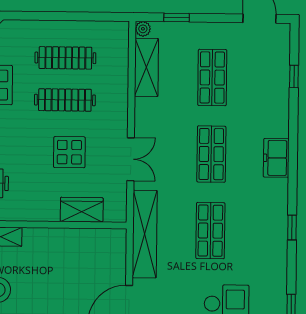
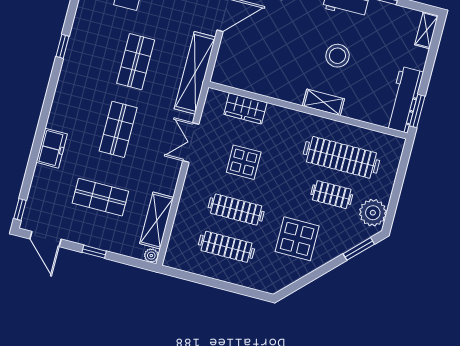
window: (177, 18) -> (94, 252), moved
window: (294, 76) -> (20, 209), moved
shop shelf: (212, 78) -> (100, 197), turned 90
freezer: (276, 158) -> (52, 148), moved

